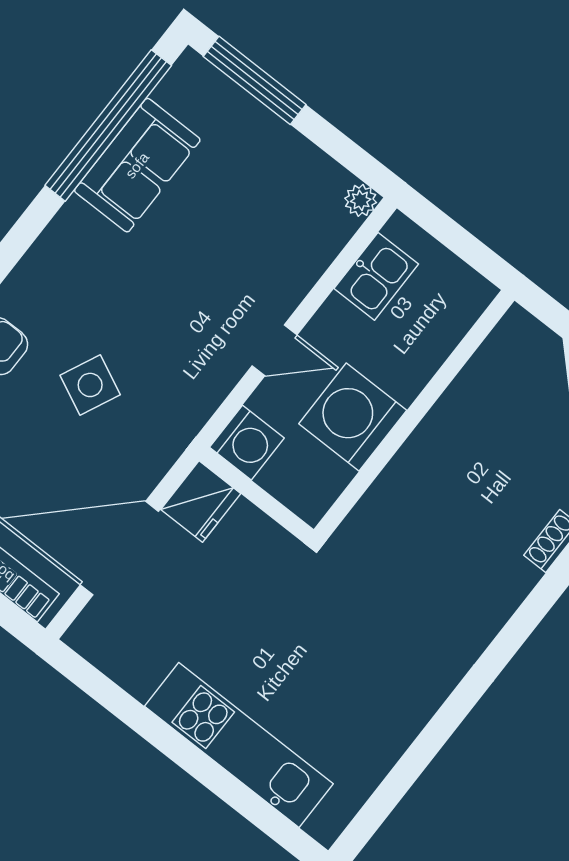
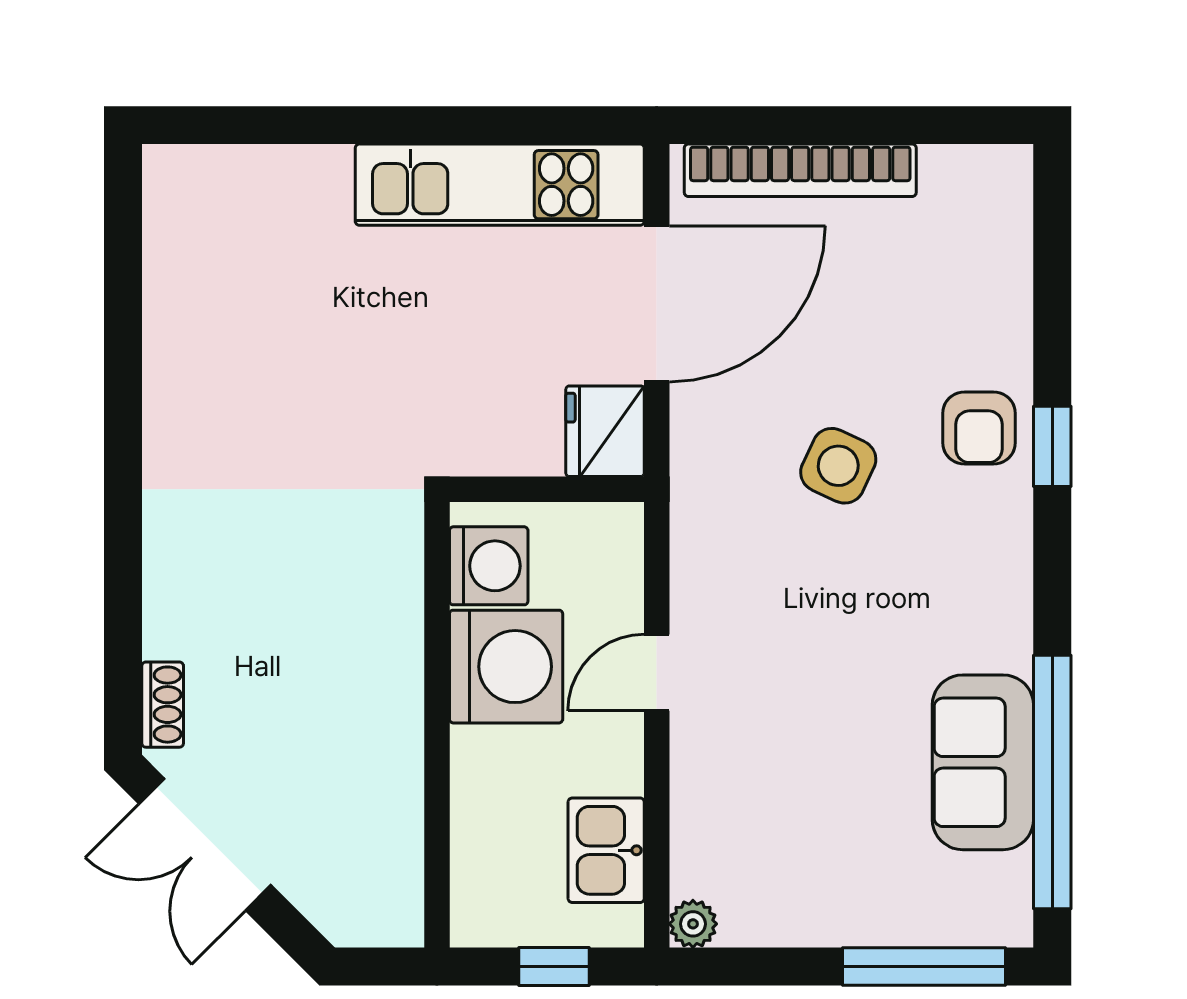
window: (453, 236) -> (554, 966), added
washing machine: (247, 443) -> (489, 566), moved, turned 180
kitchen unit: (239, 745) -> (500, 185), moved

